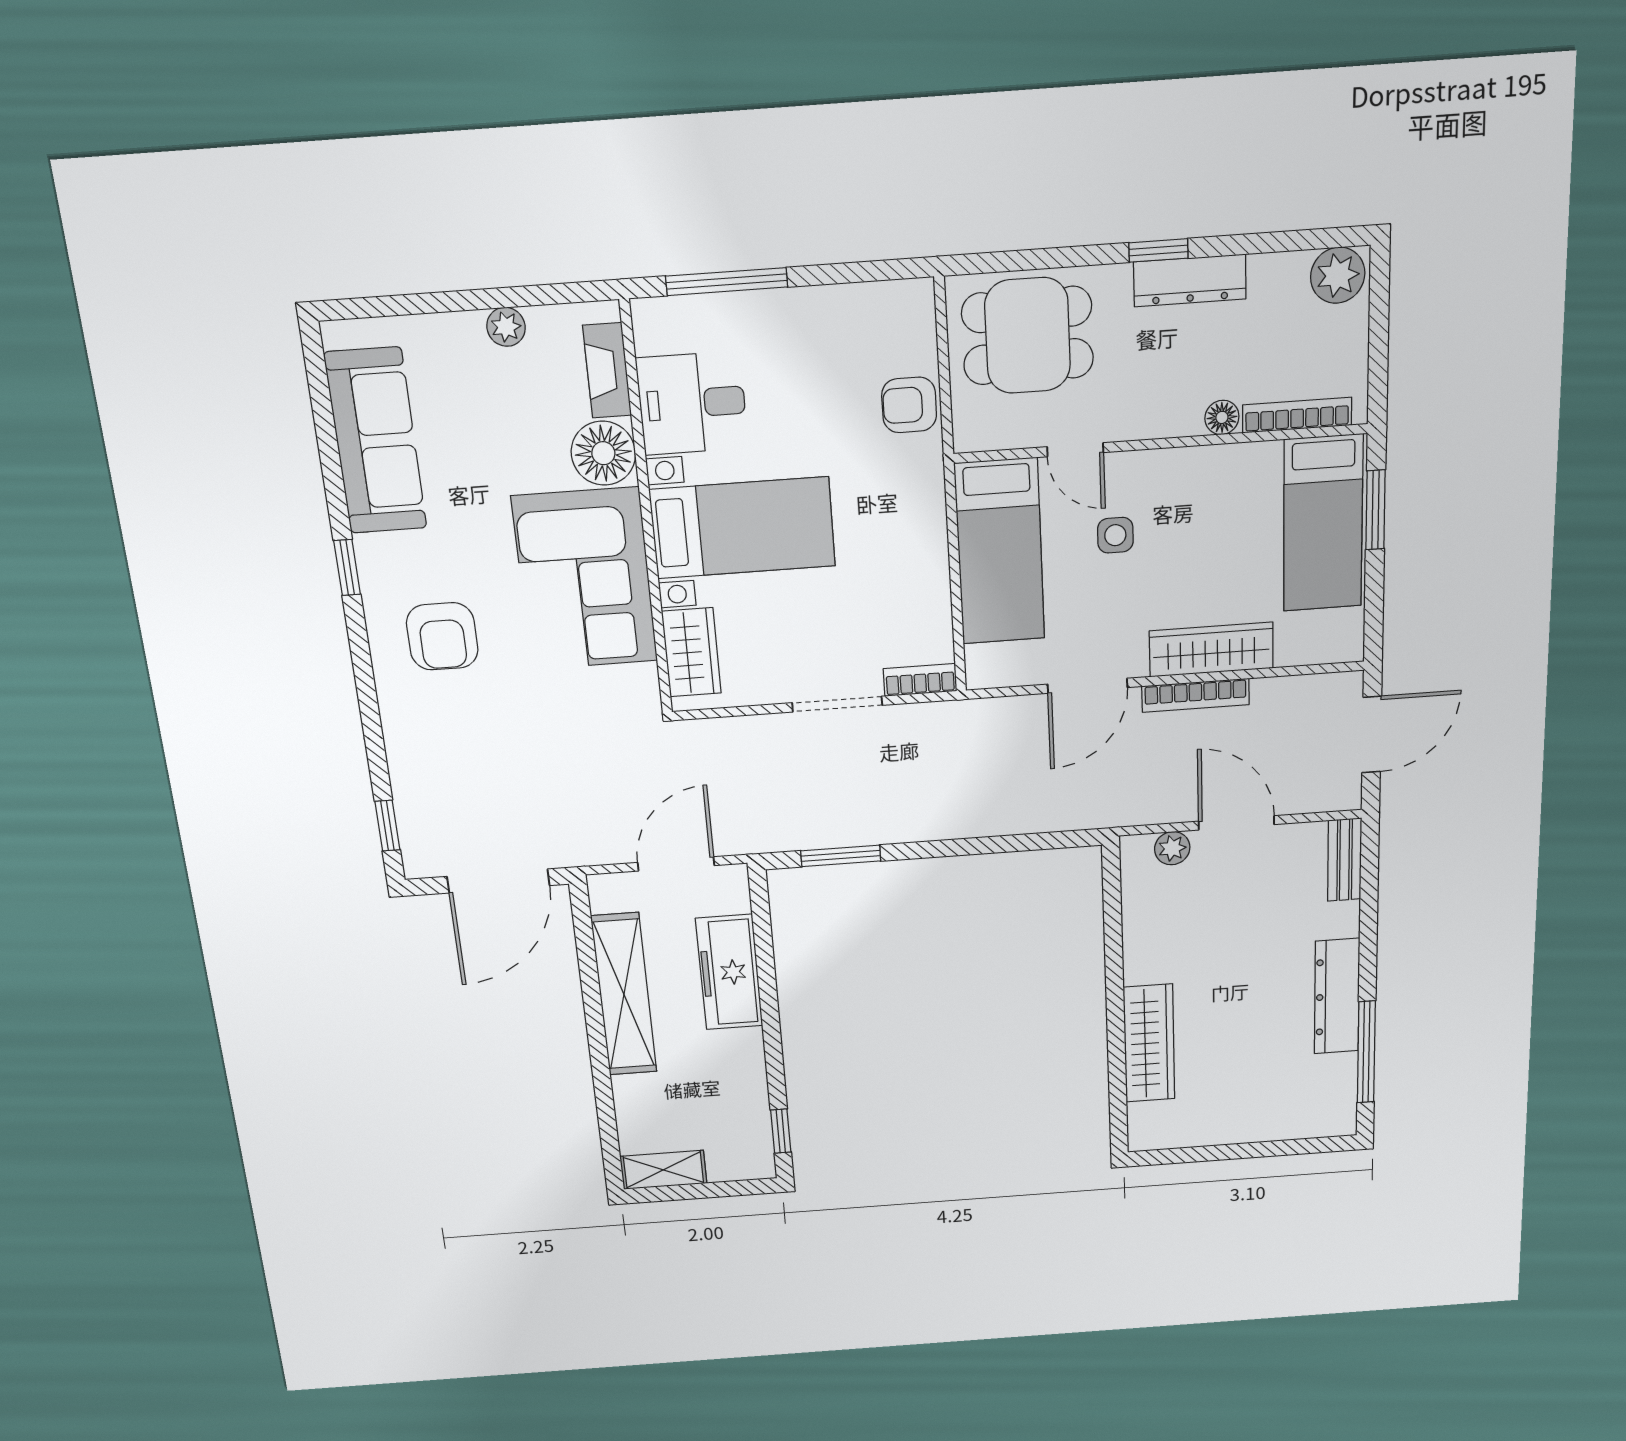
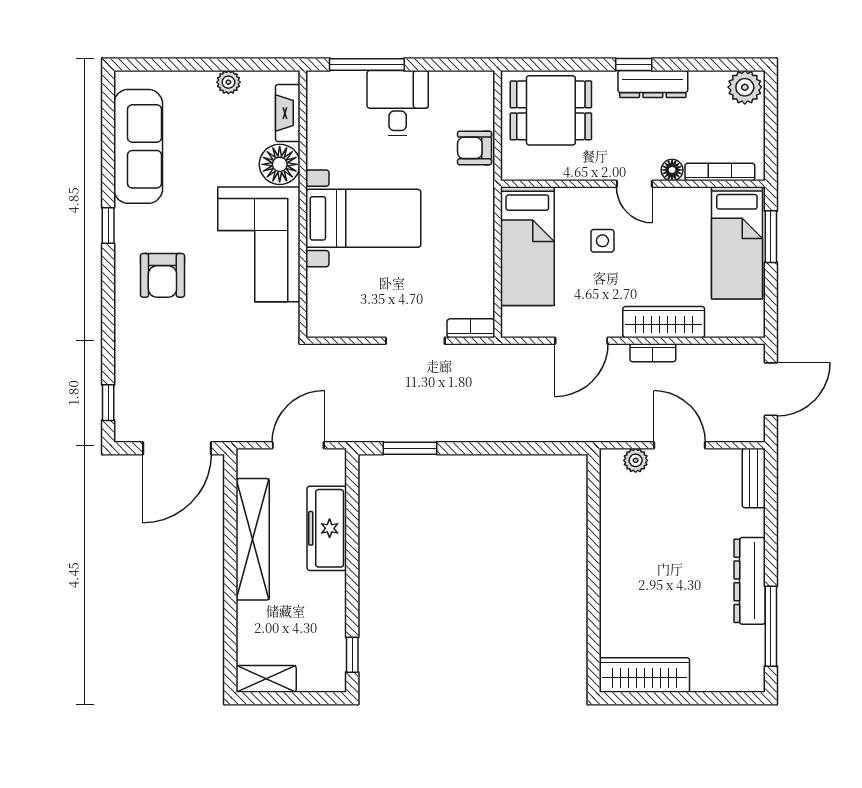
desk: (692, 403) -> (398, 103), moved, turned 90
door: (1075, 450) -> (634, 184), moved
wardrobe: (691, 652) -> (323, 298), removed
bookcase: (1195, 695) -> (653, 353), width x0.64
wardrobe: (1149, 1043) -> (644, 675), moved, turned -90

